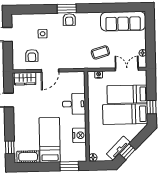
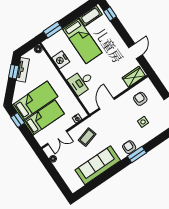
sofa: (123, 21) -> (98, 165), moved
door: (50, 71) -> (107, 104), moved

